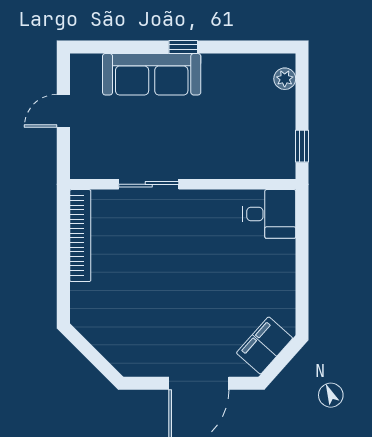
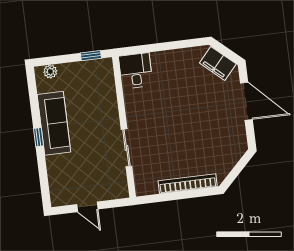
sofa: (152, 74) -> (54, 123), moved
bookcase: (80, 236) -> (188, 184), moved

